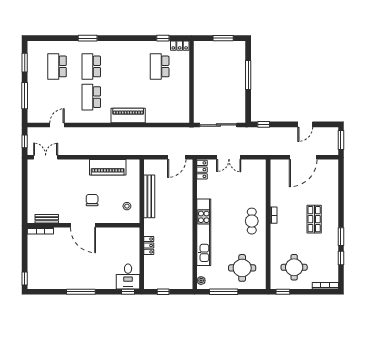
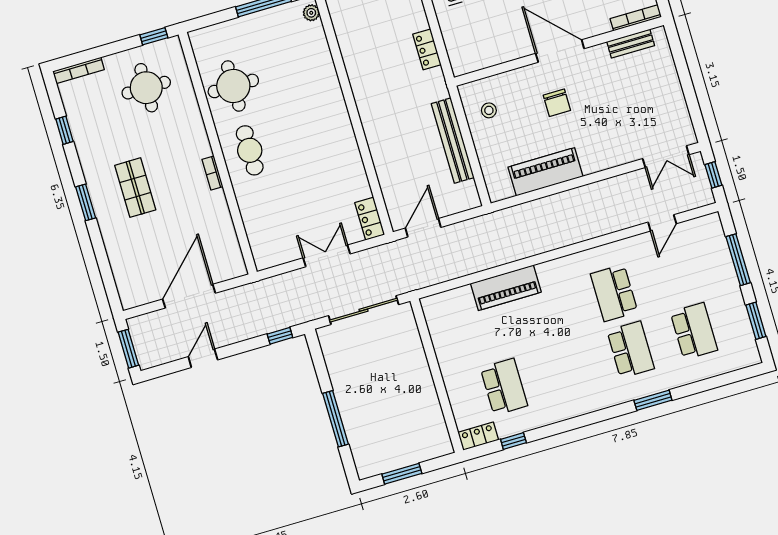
school desk: (91, 97) -> (614, 293), turned 180
piano: (128, 115) -> (506, 288), moved
kitchen unit: (204, 232) -> (333, 104), removed
window: (341, 237) -> (86, 202), moved
round table: (242, 268) -> (233, 86), moved

